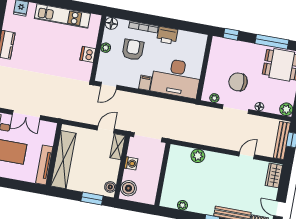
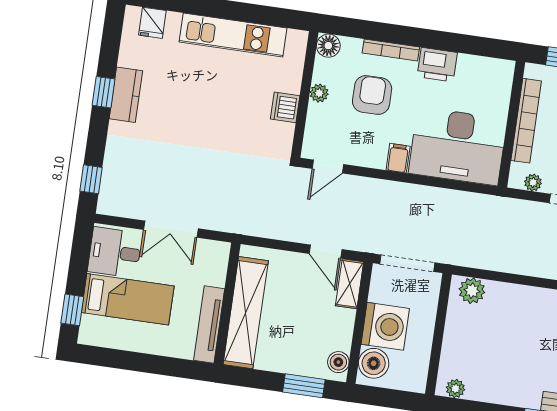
bookcase: (212, 66) -> (526, 121), added
door: (106, 130) -> (326, 251), swing flipped
plant: (198, 156) -> (472, 291), moved
washing machine: (131, 163) -> (385, 326), width x1.89, depth x1.89
plant: (182, 205) -> (455, 389), moved

